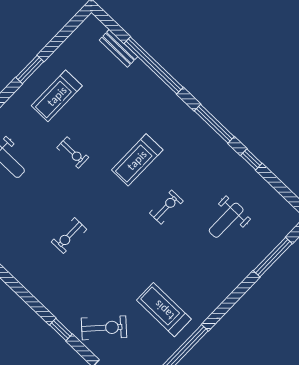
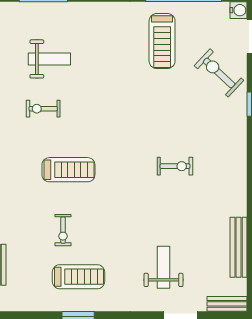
exercise bike: (73, 152) -> (63, 230), moved, turned 180
exercise bike: (166, 207) -> (43, 109), moved

